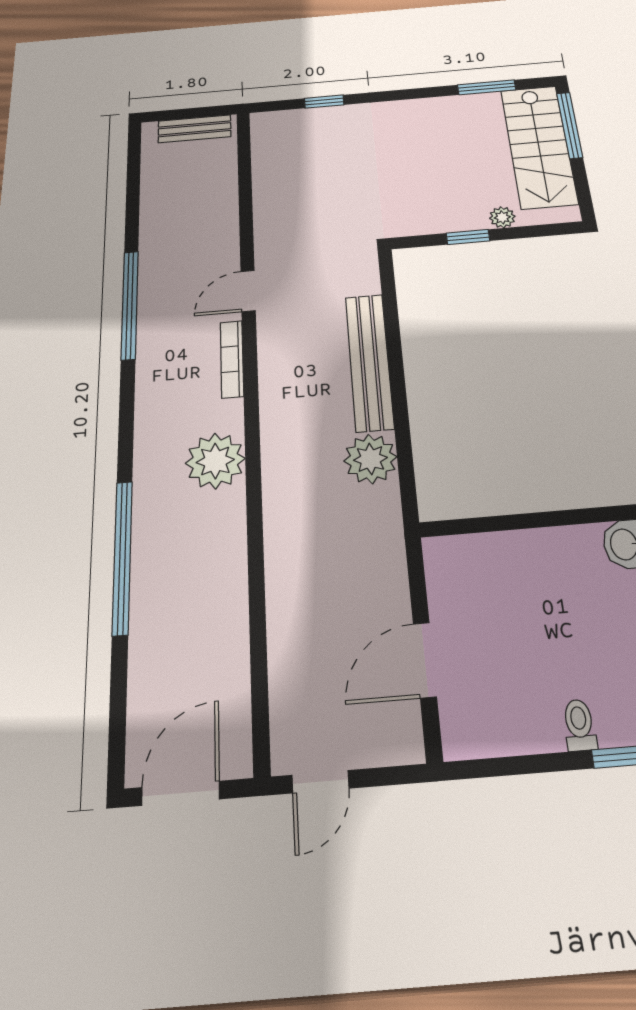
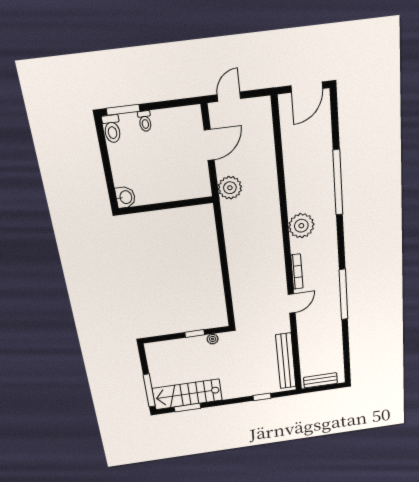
stairs: (539, 146) -> (187, 394), moved, turned -90
plant: (502, 217) -> (213, 339), moved
bench: (369, 362) -> (286, 361), moved
plant: (370, 459) -> (230, 188), moved
door: (320, 782) -> (229, 97), moved

